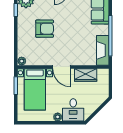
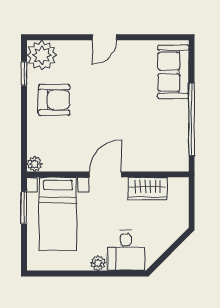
armchair: (45, 29) -> (54, 100), moved
fireplace: (103, 50) -> (178, 145), removed
door: (62, 67) -> (105, 174), swing flipped

